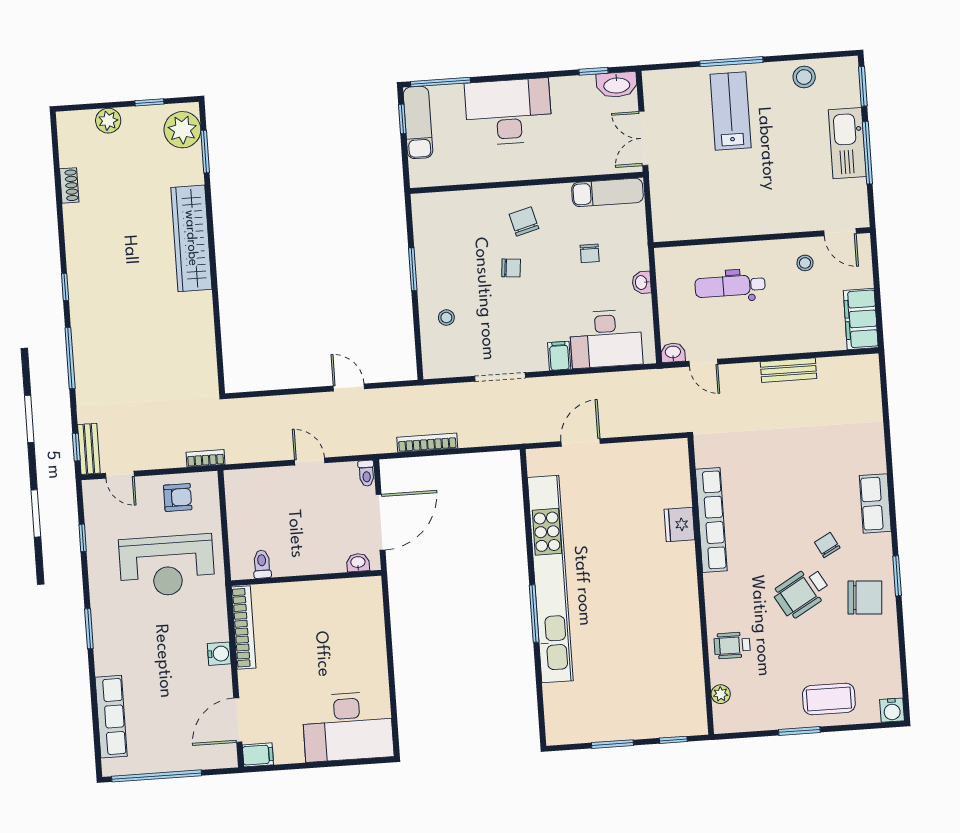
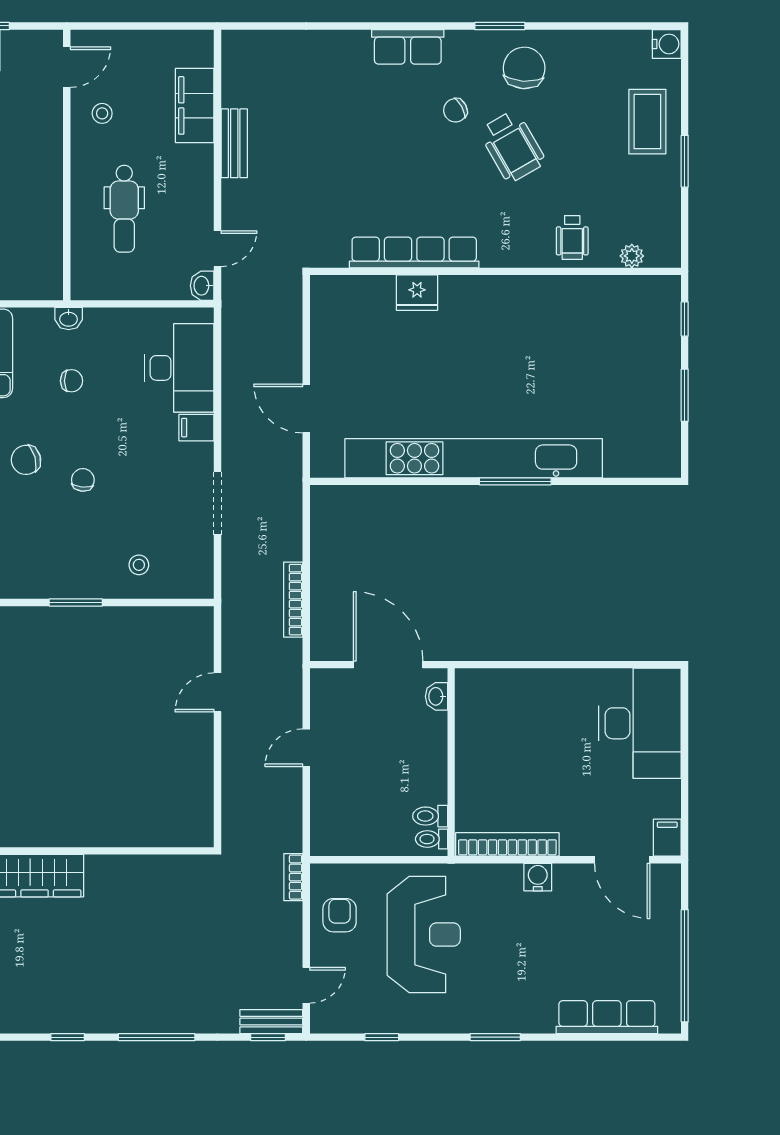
washbasin: (642, 283) -> (69, 319), moved
filing cabinet: (861, 319) -> (195, 105), moved, turned 90
toilet: (366, 473) -> (432, 839), moved, turned 180

